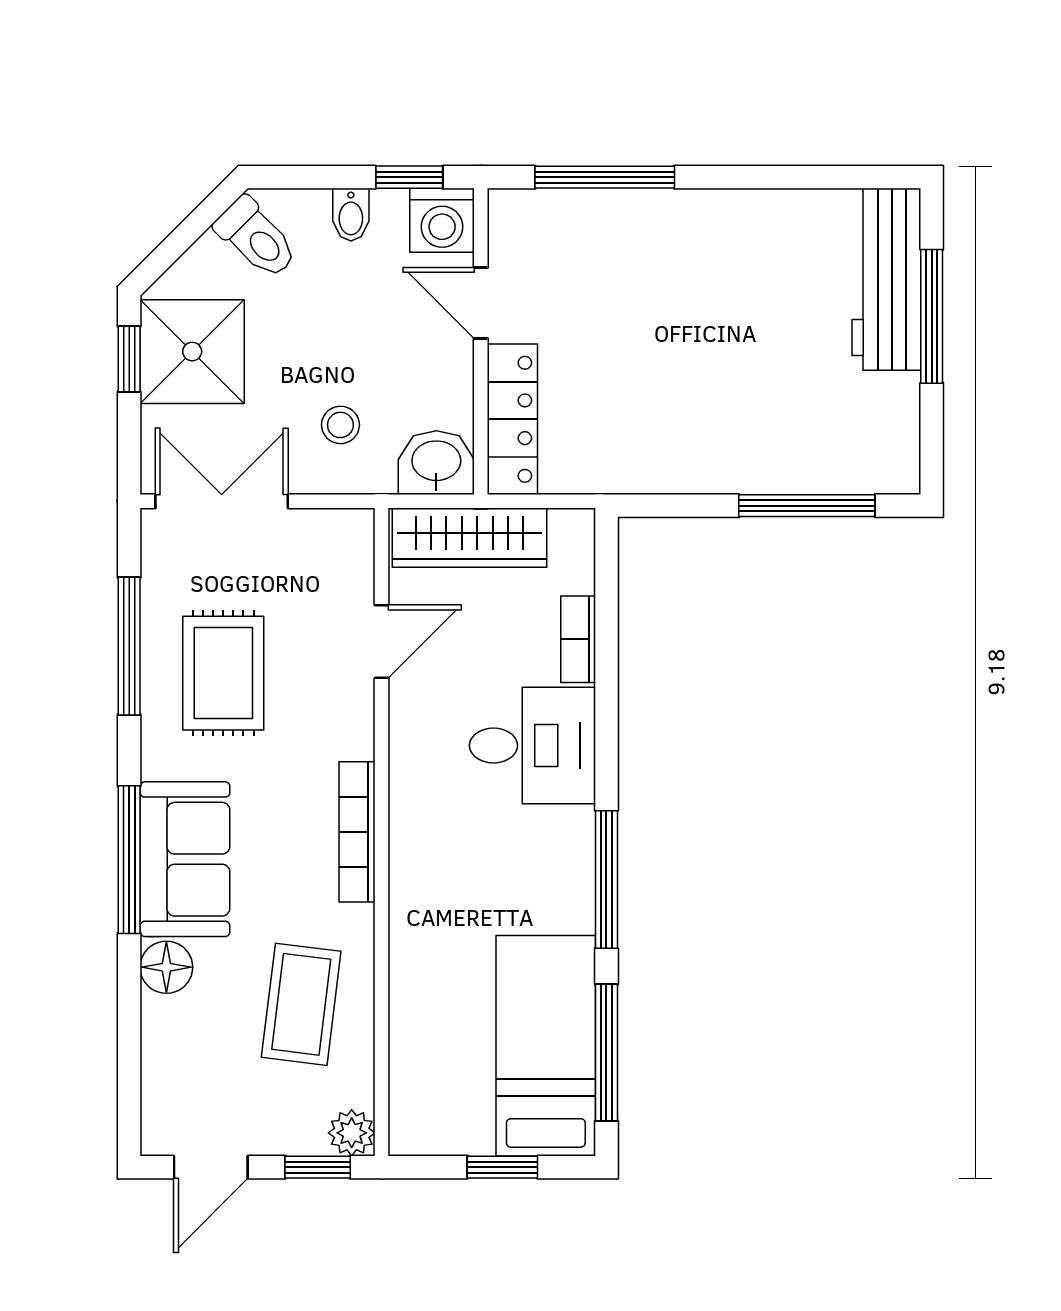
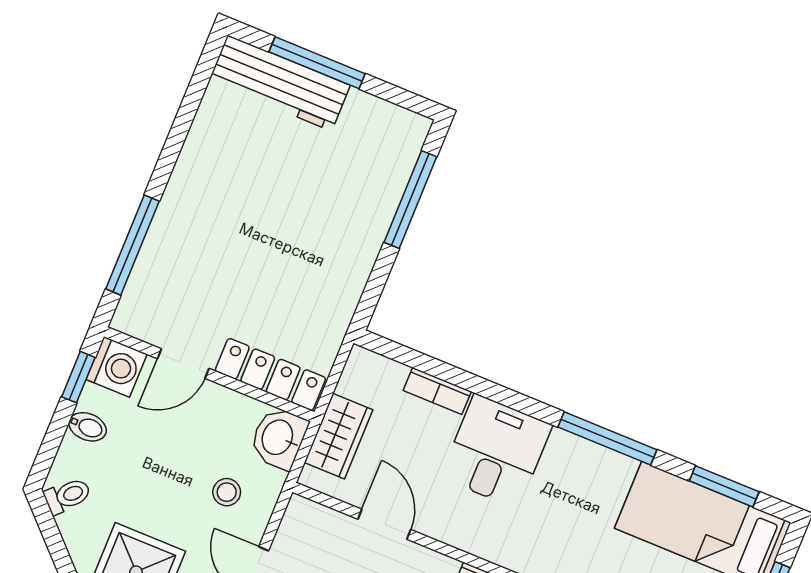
toilet: (256, 238) -> (67, 496), width x0.73, depth x0.72
wardrobe: (470, 538) -> (339, 436), width x0.67
window: (606, 1053) -> (724, 486), width x0.69

